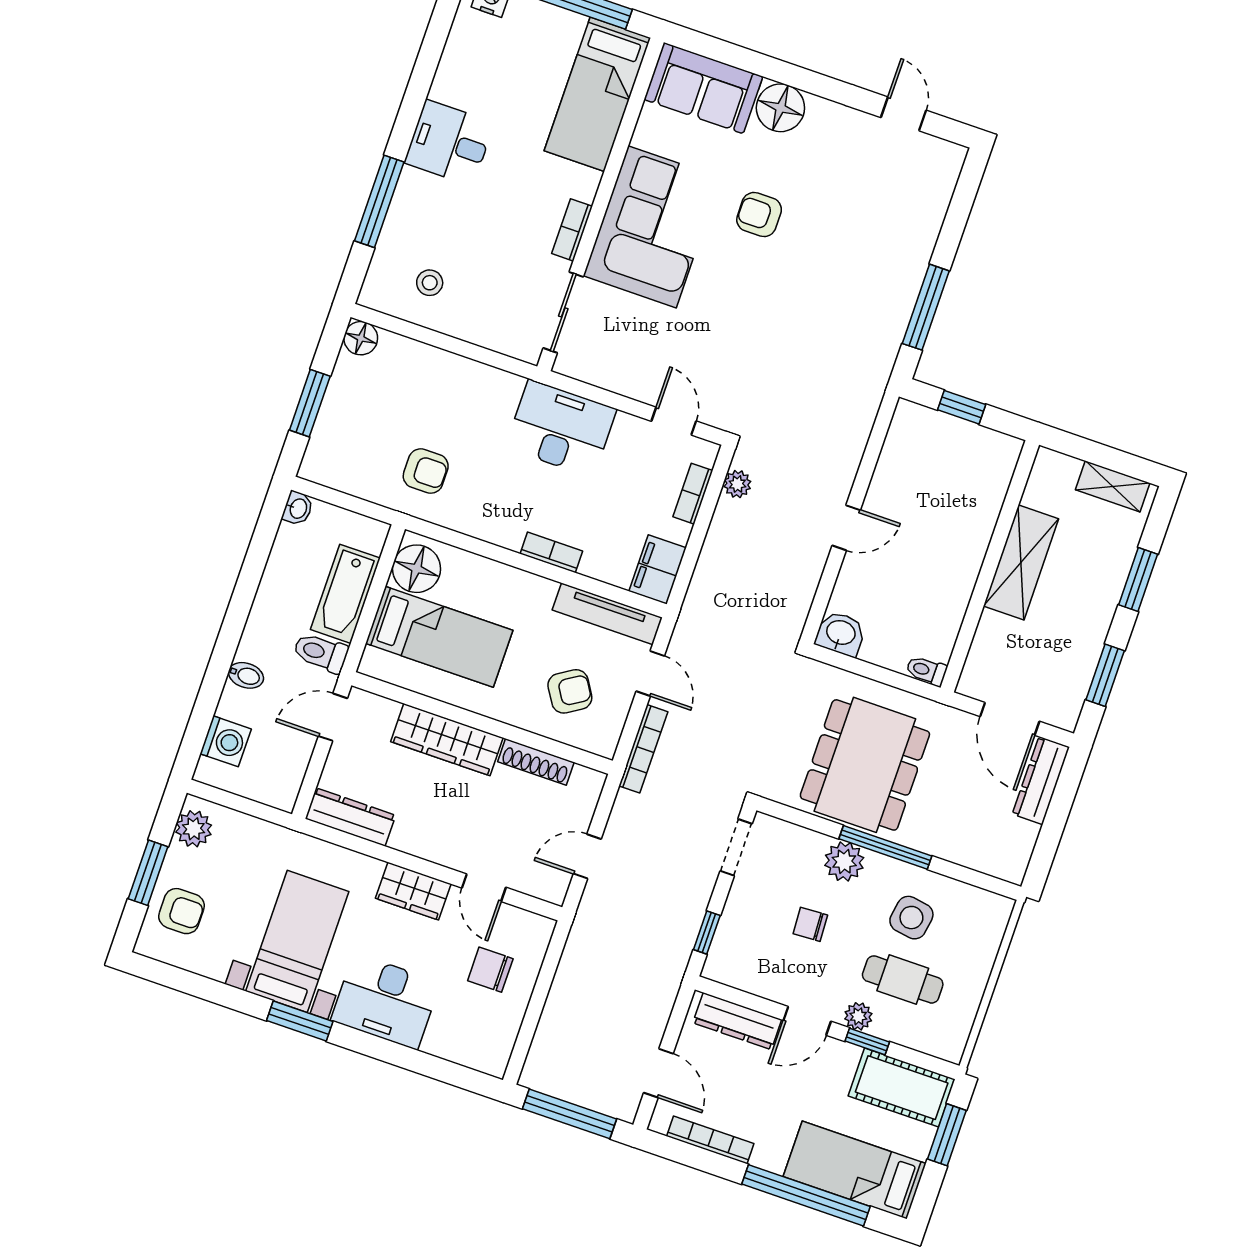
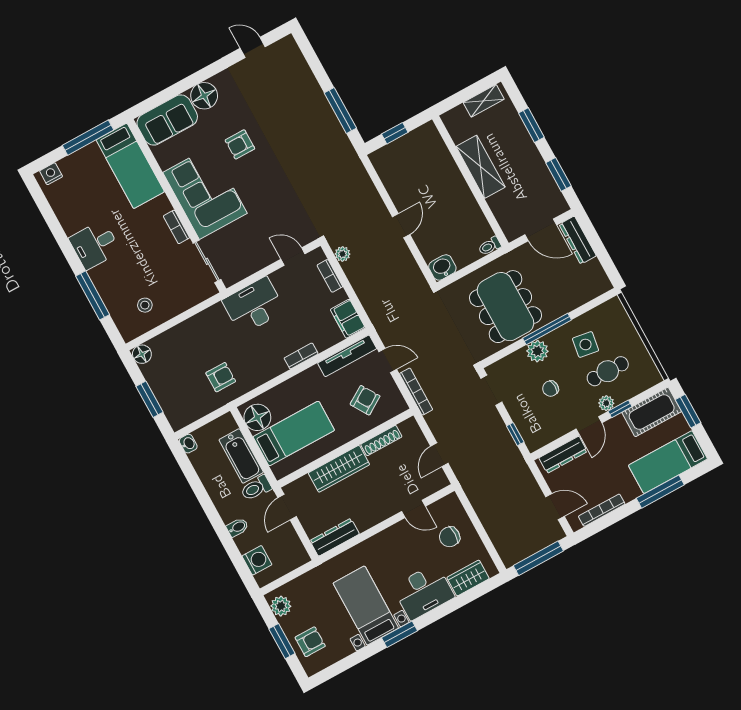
wardrobe: (413, 891) -> (468, 578), moved, turned 180
window: (806, 1195) -> (660, 492), width x0.68

